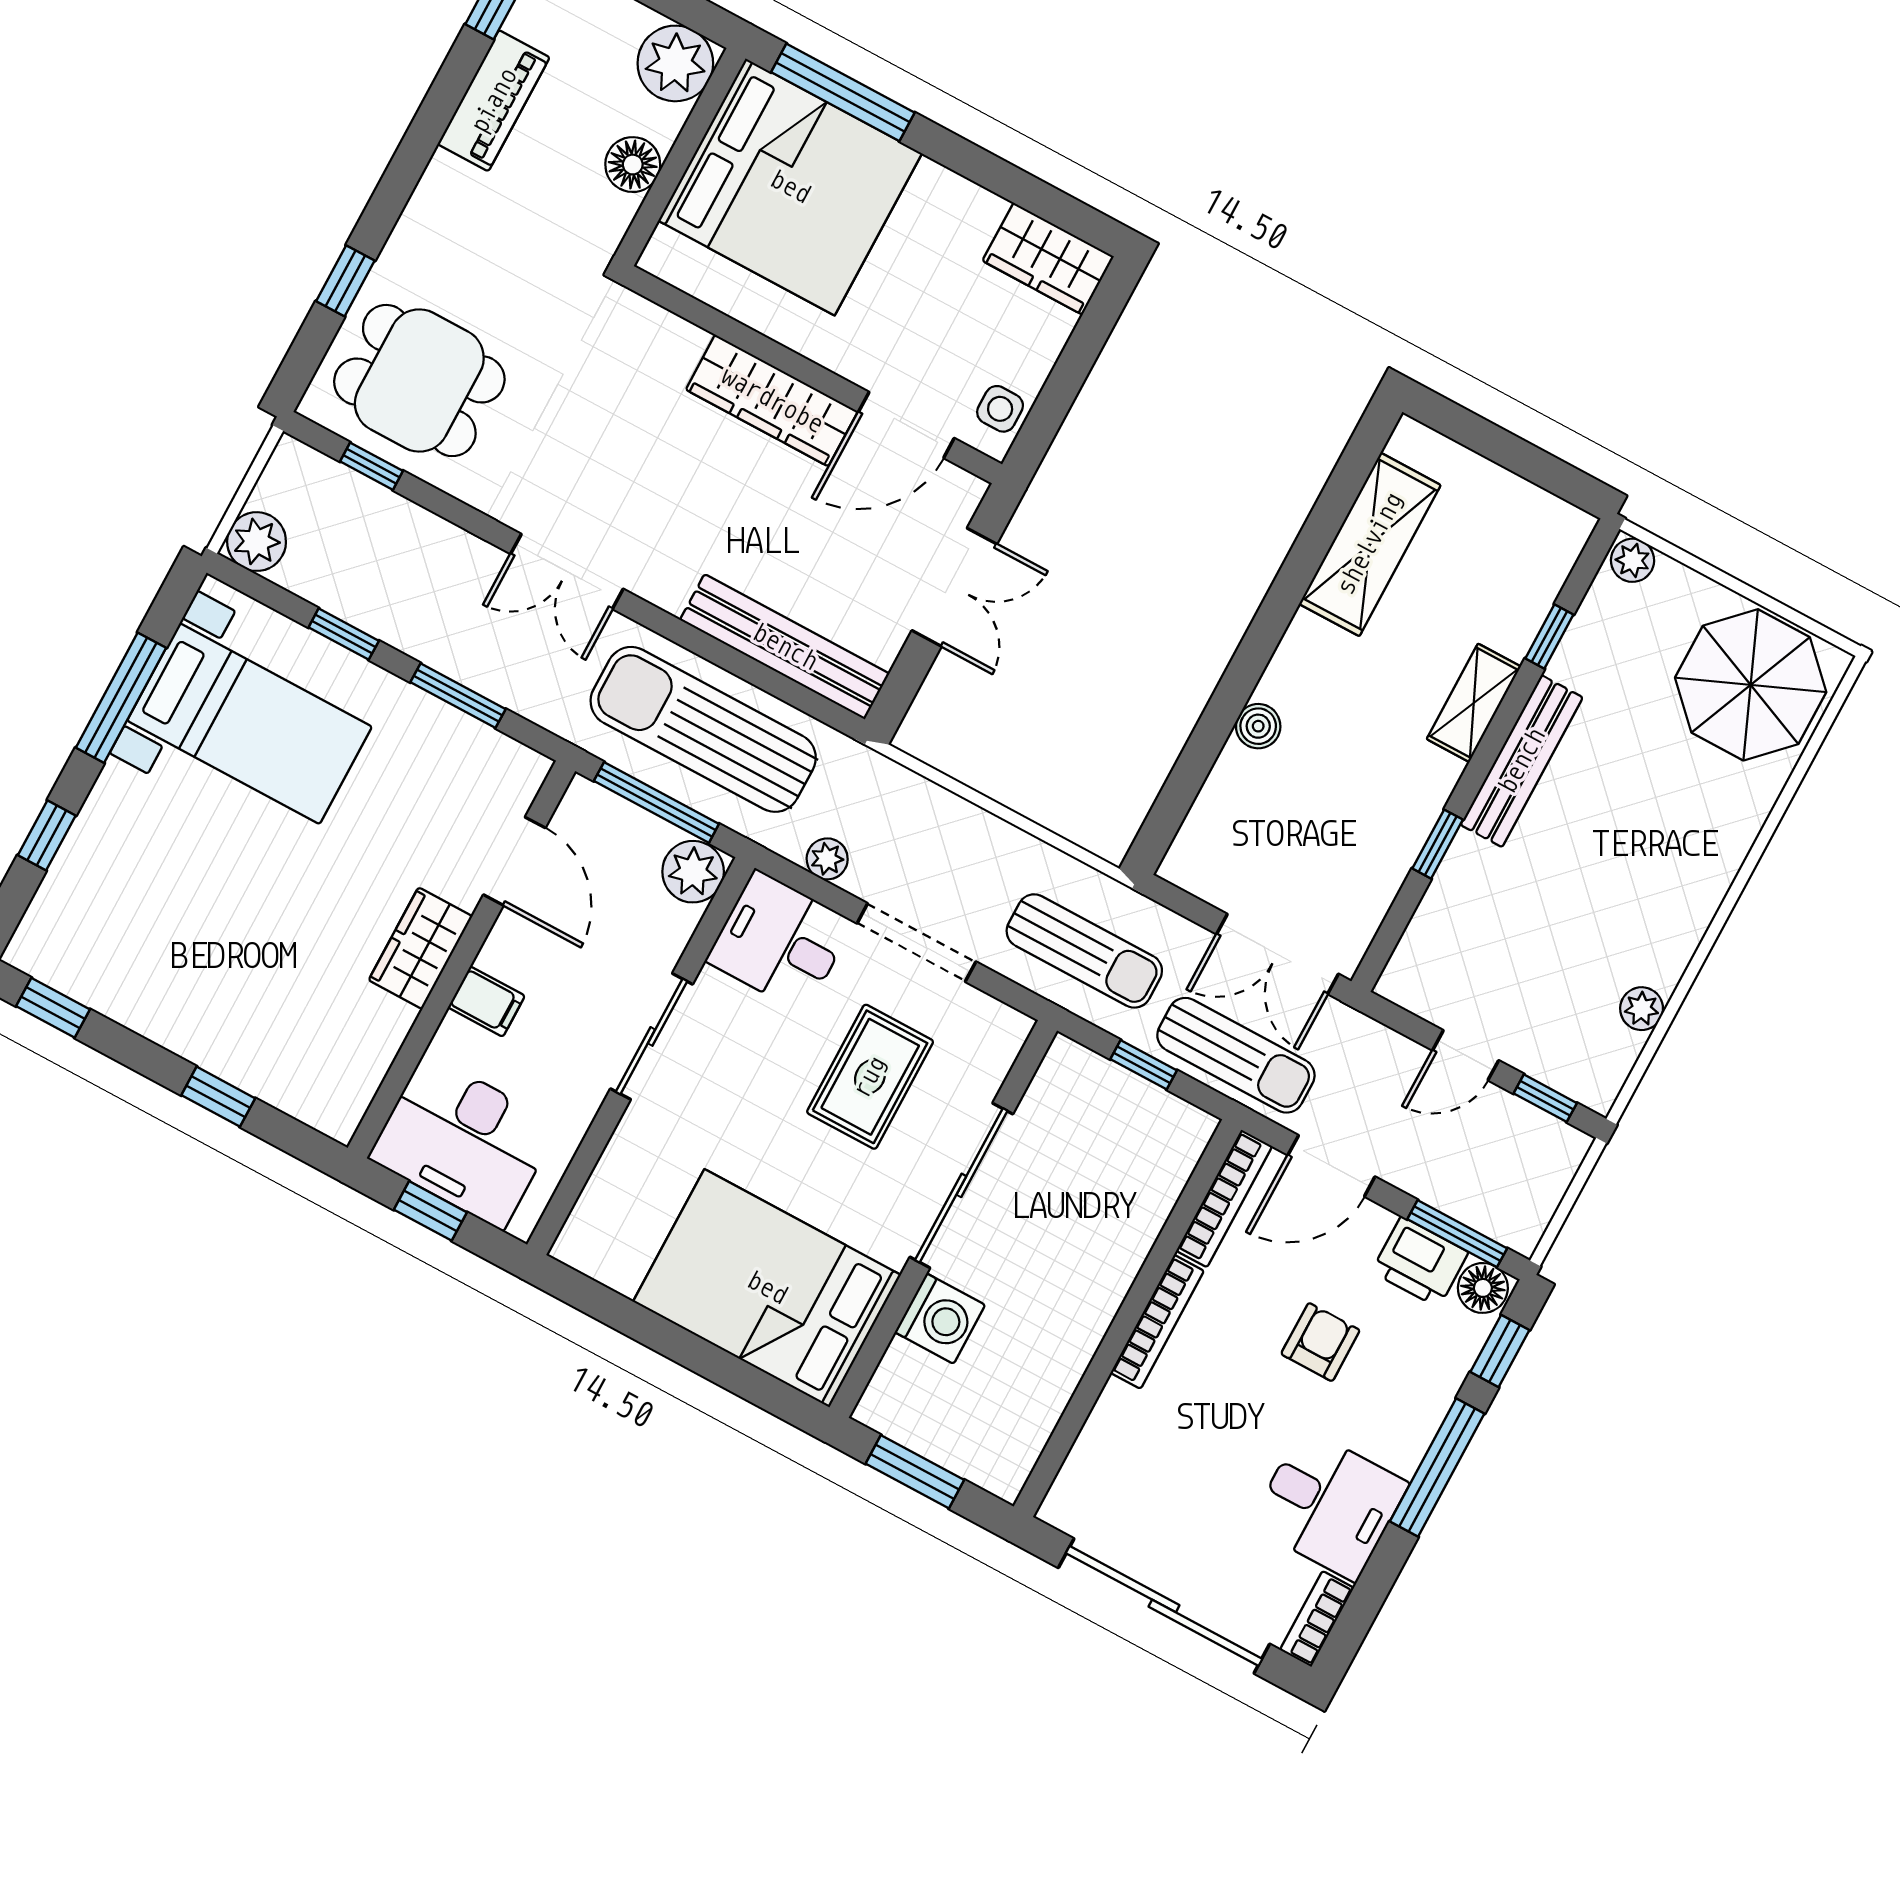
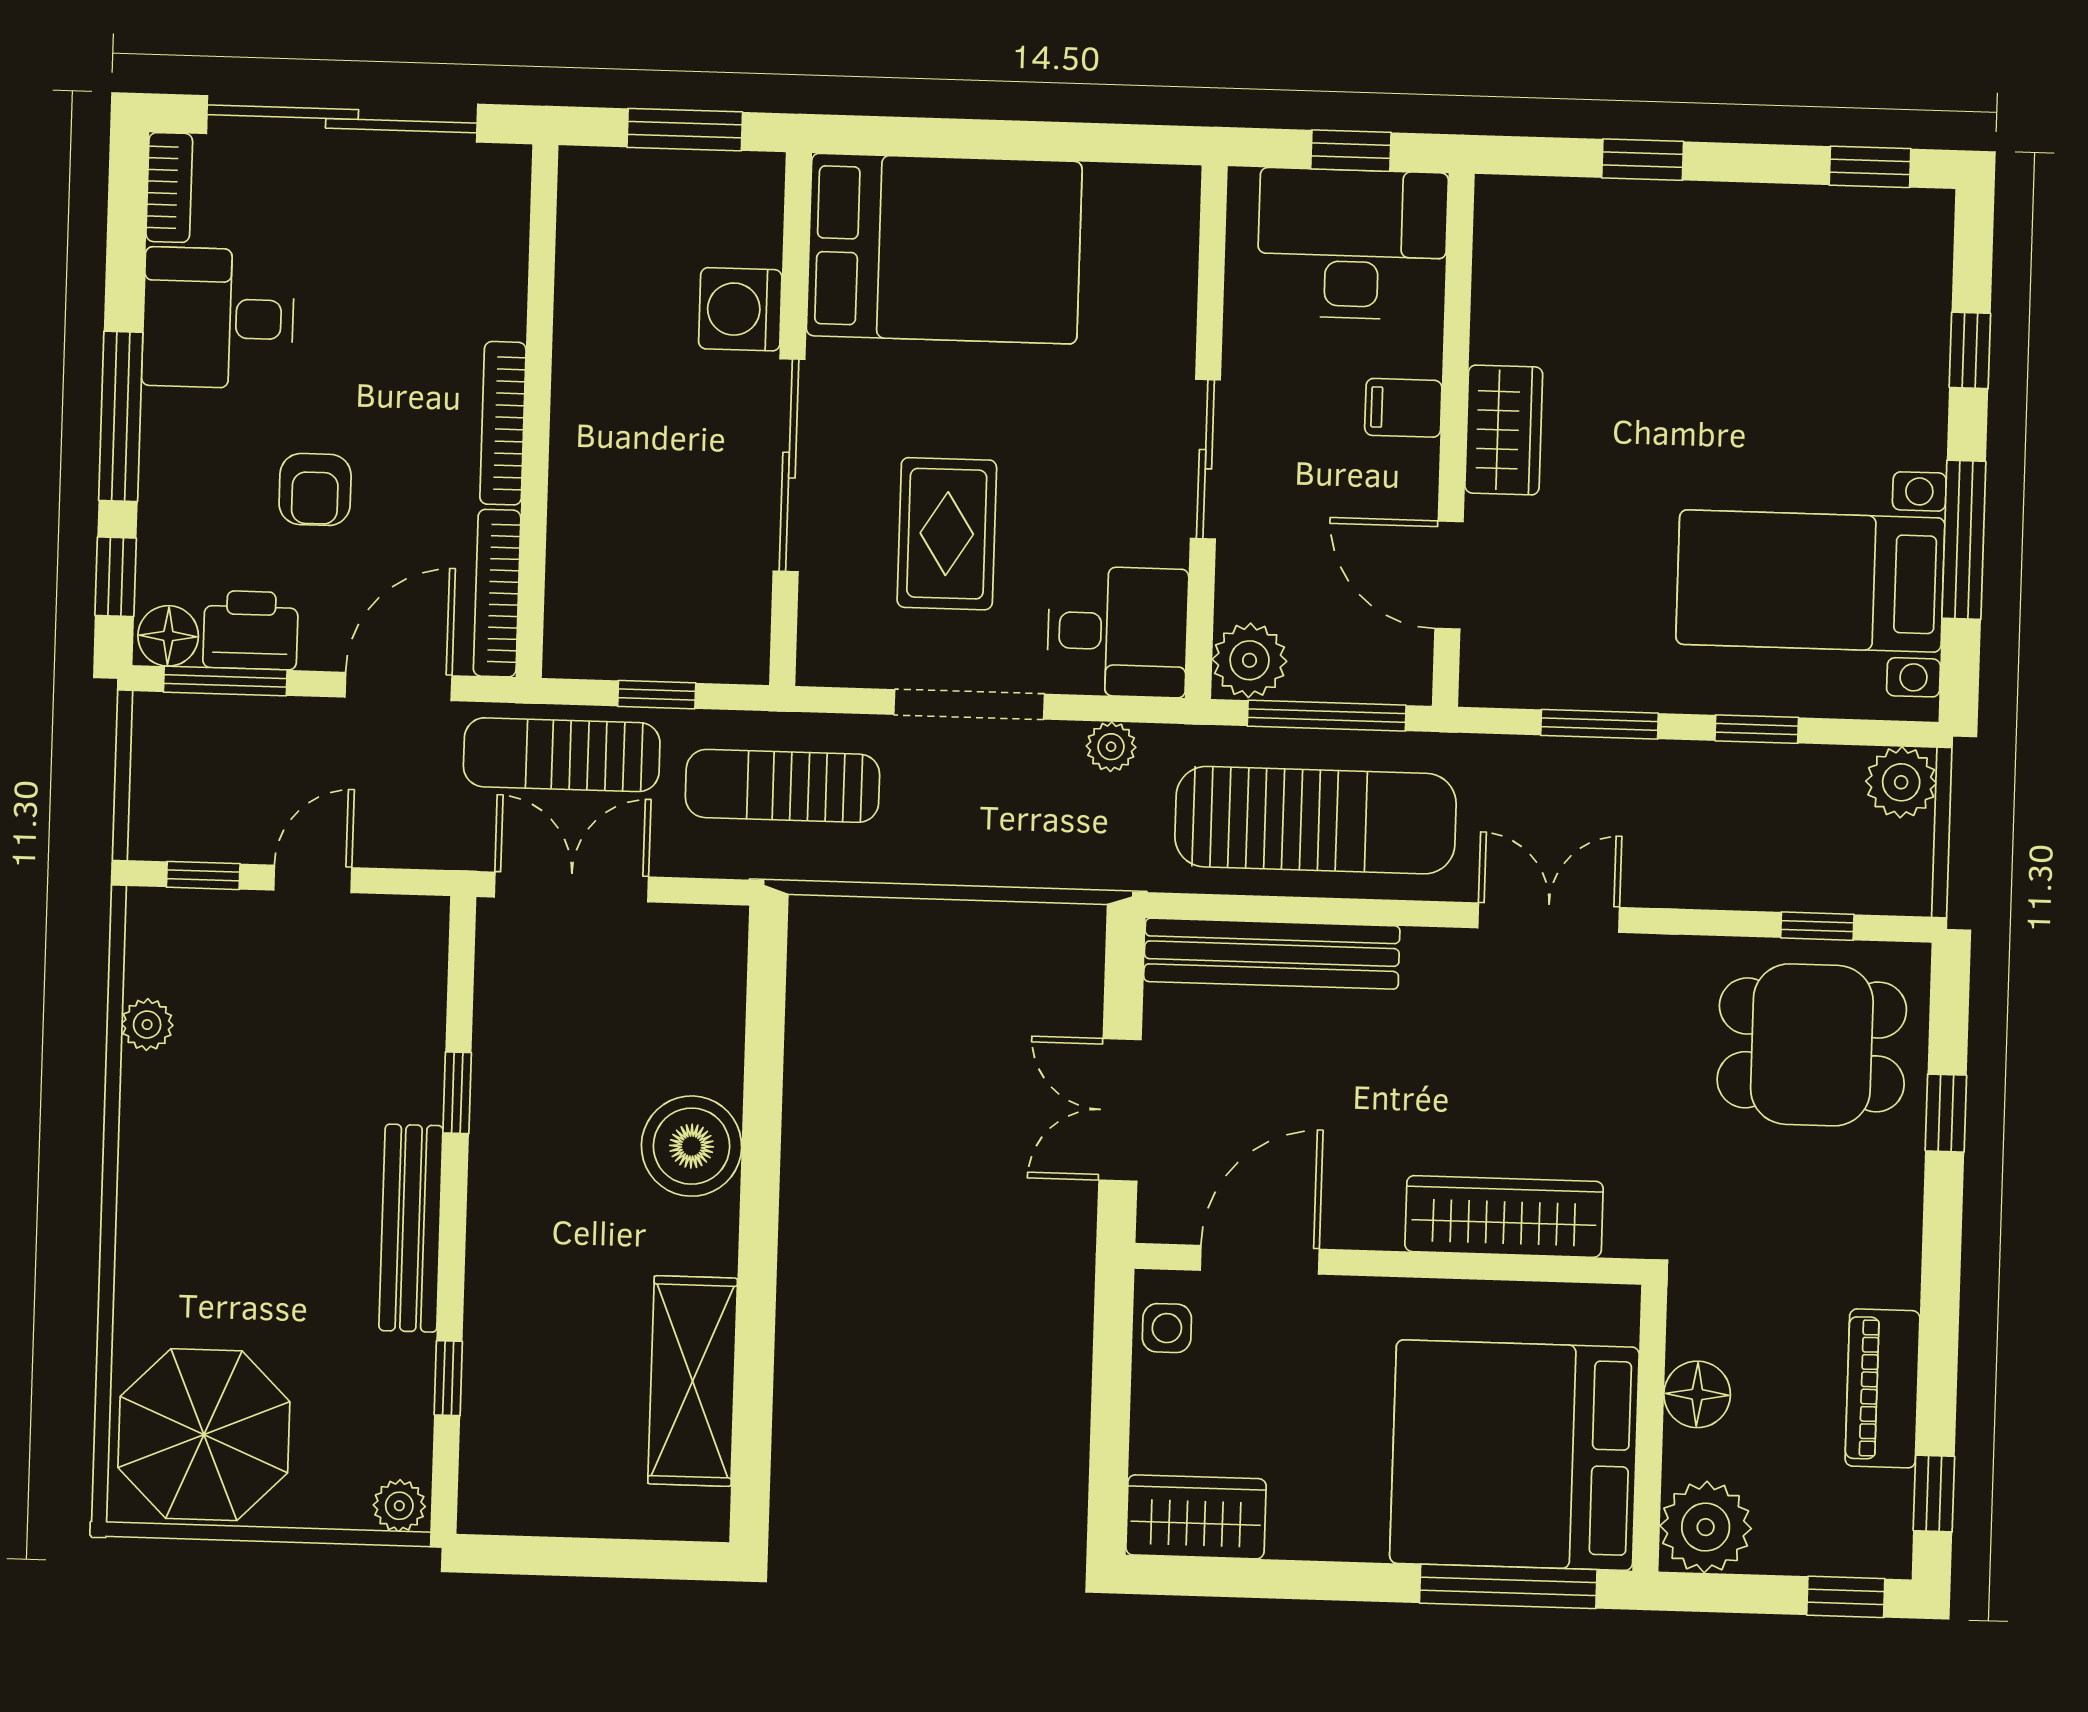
wardrobe: (772, 400) -> (1504, 1216), moved
shelving: (1474, 703) -> (494, 1265), removed
boiler: (1258, 726) -> (691, 1146), width x1.86, depth x1.86

